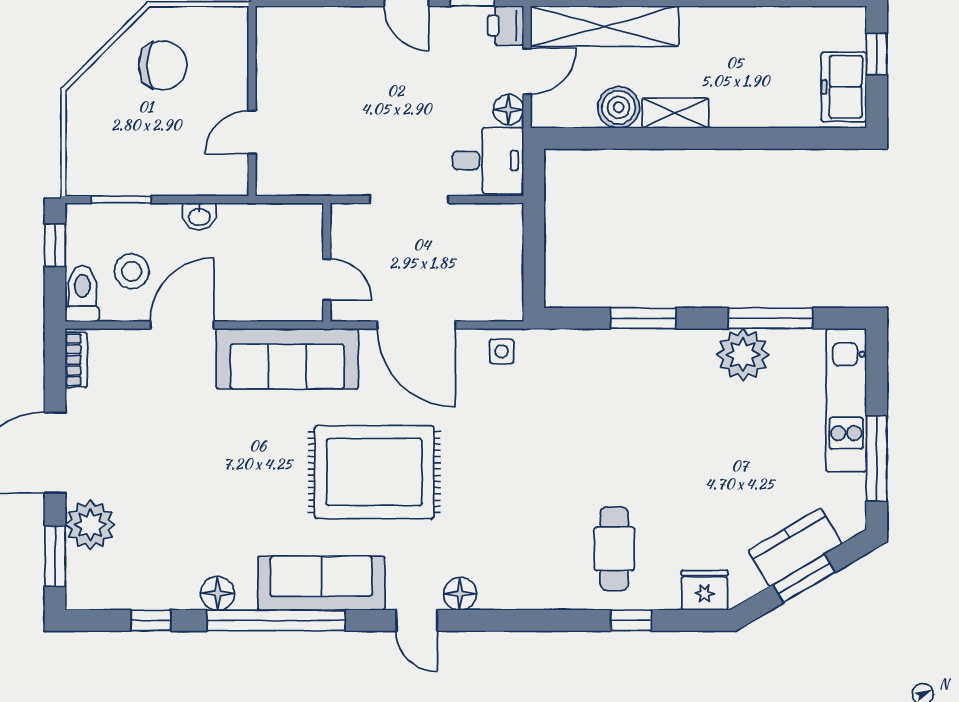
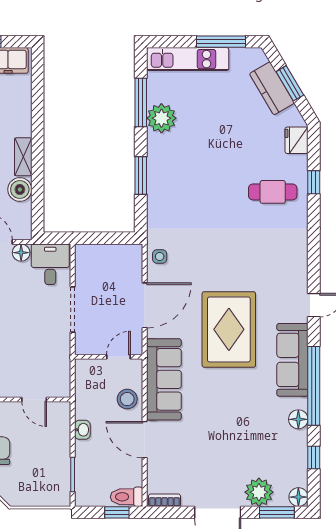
window: (55, 245) -> (117, 512), moved
stool: (132, 271) -> (127, 399), moved
floor lamp: (460, 594) -> (298, 497), moved

